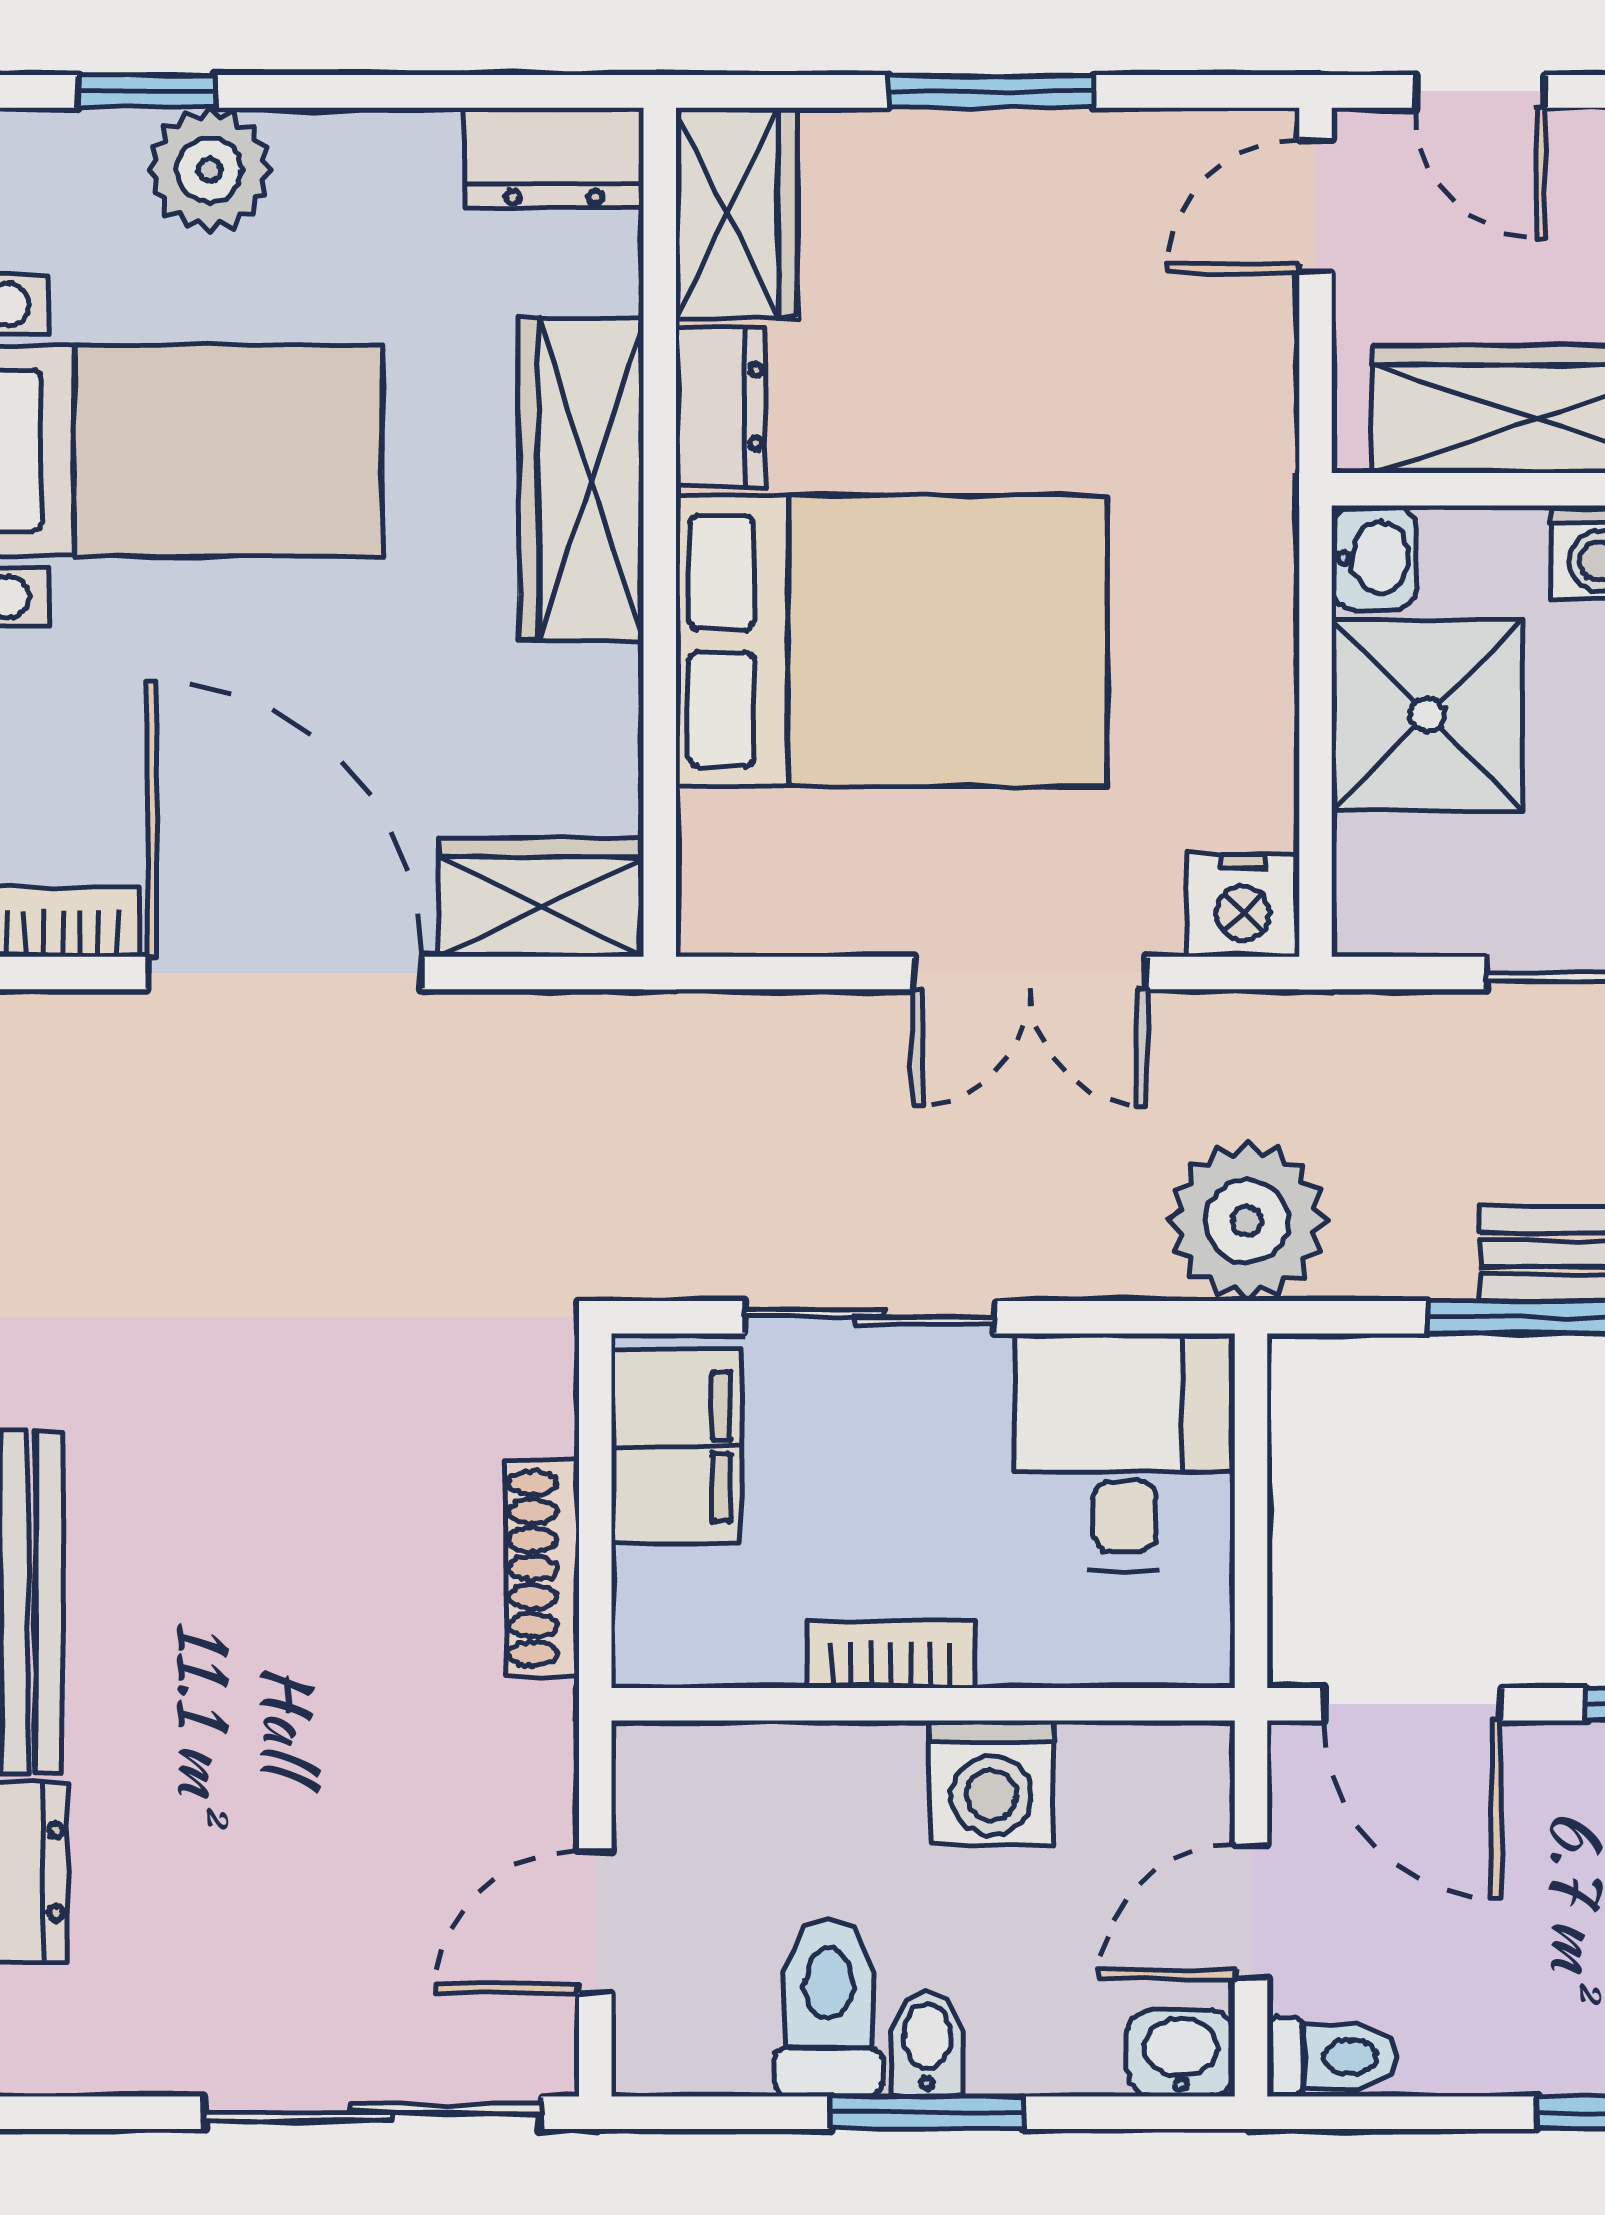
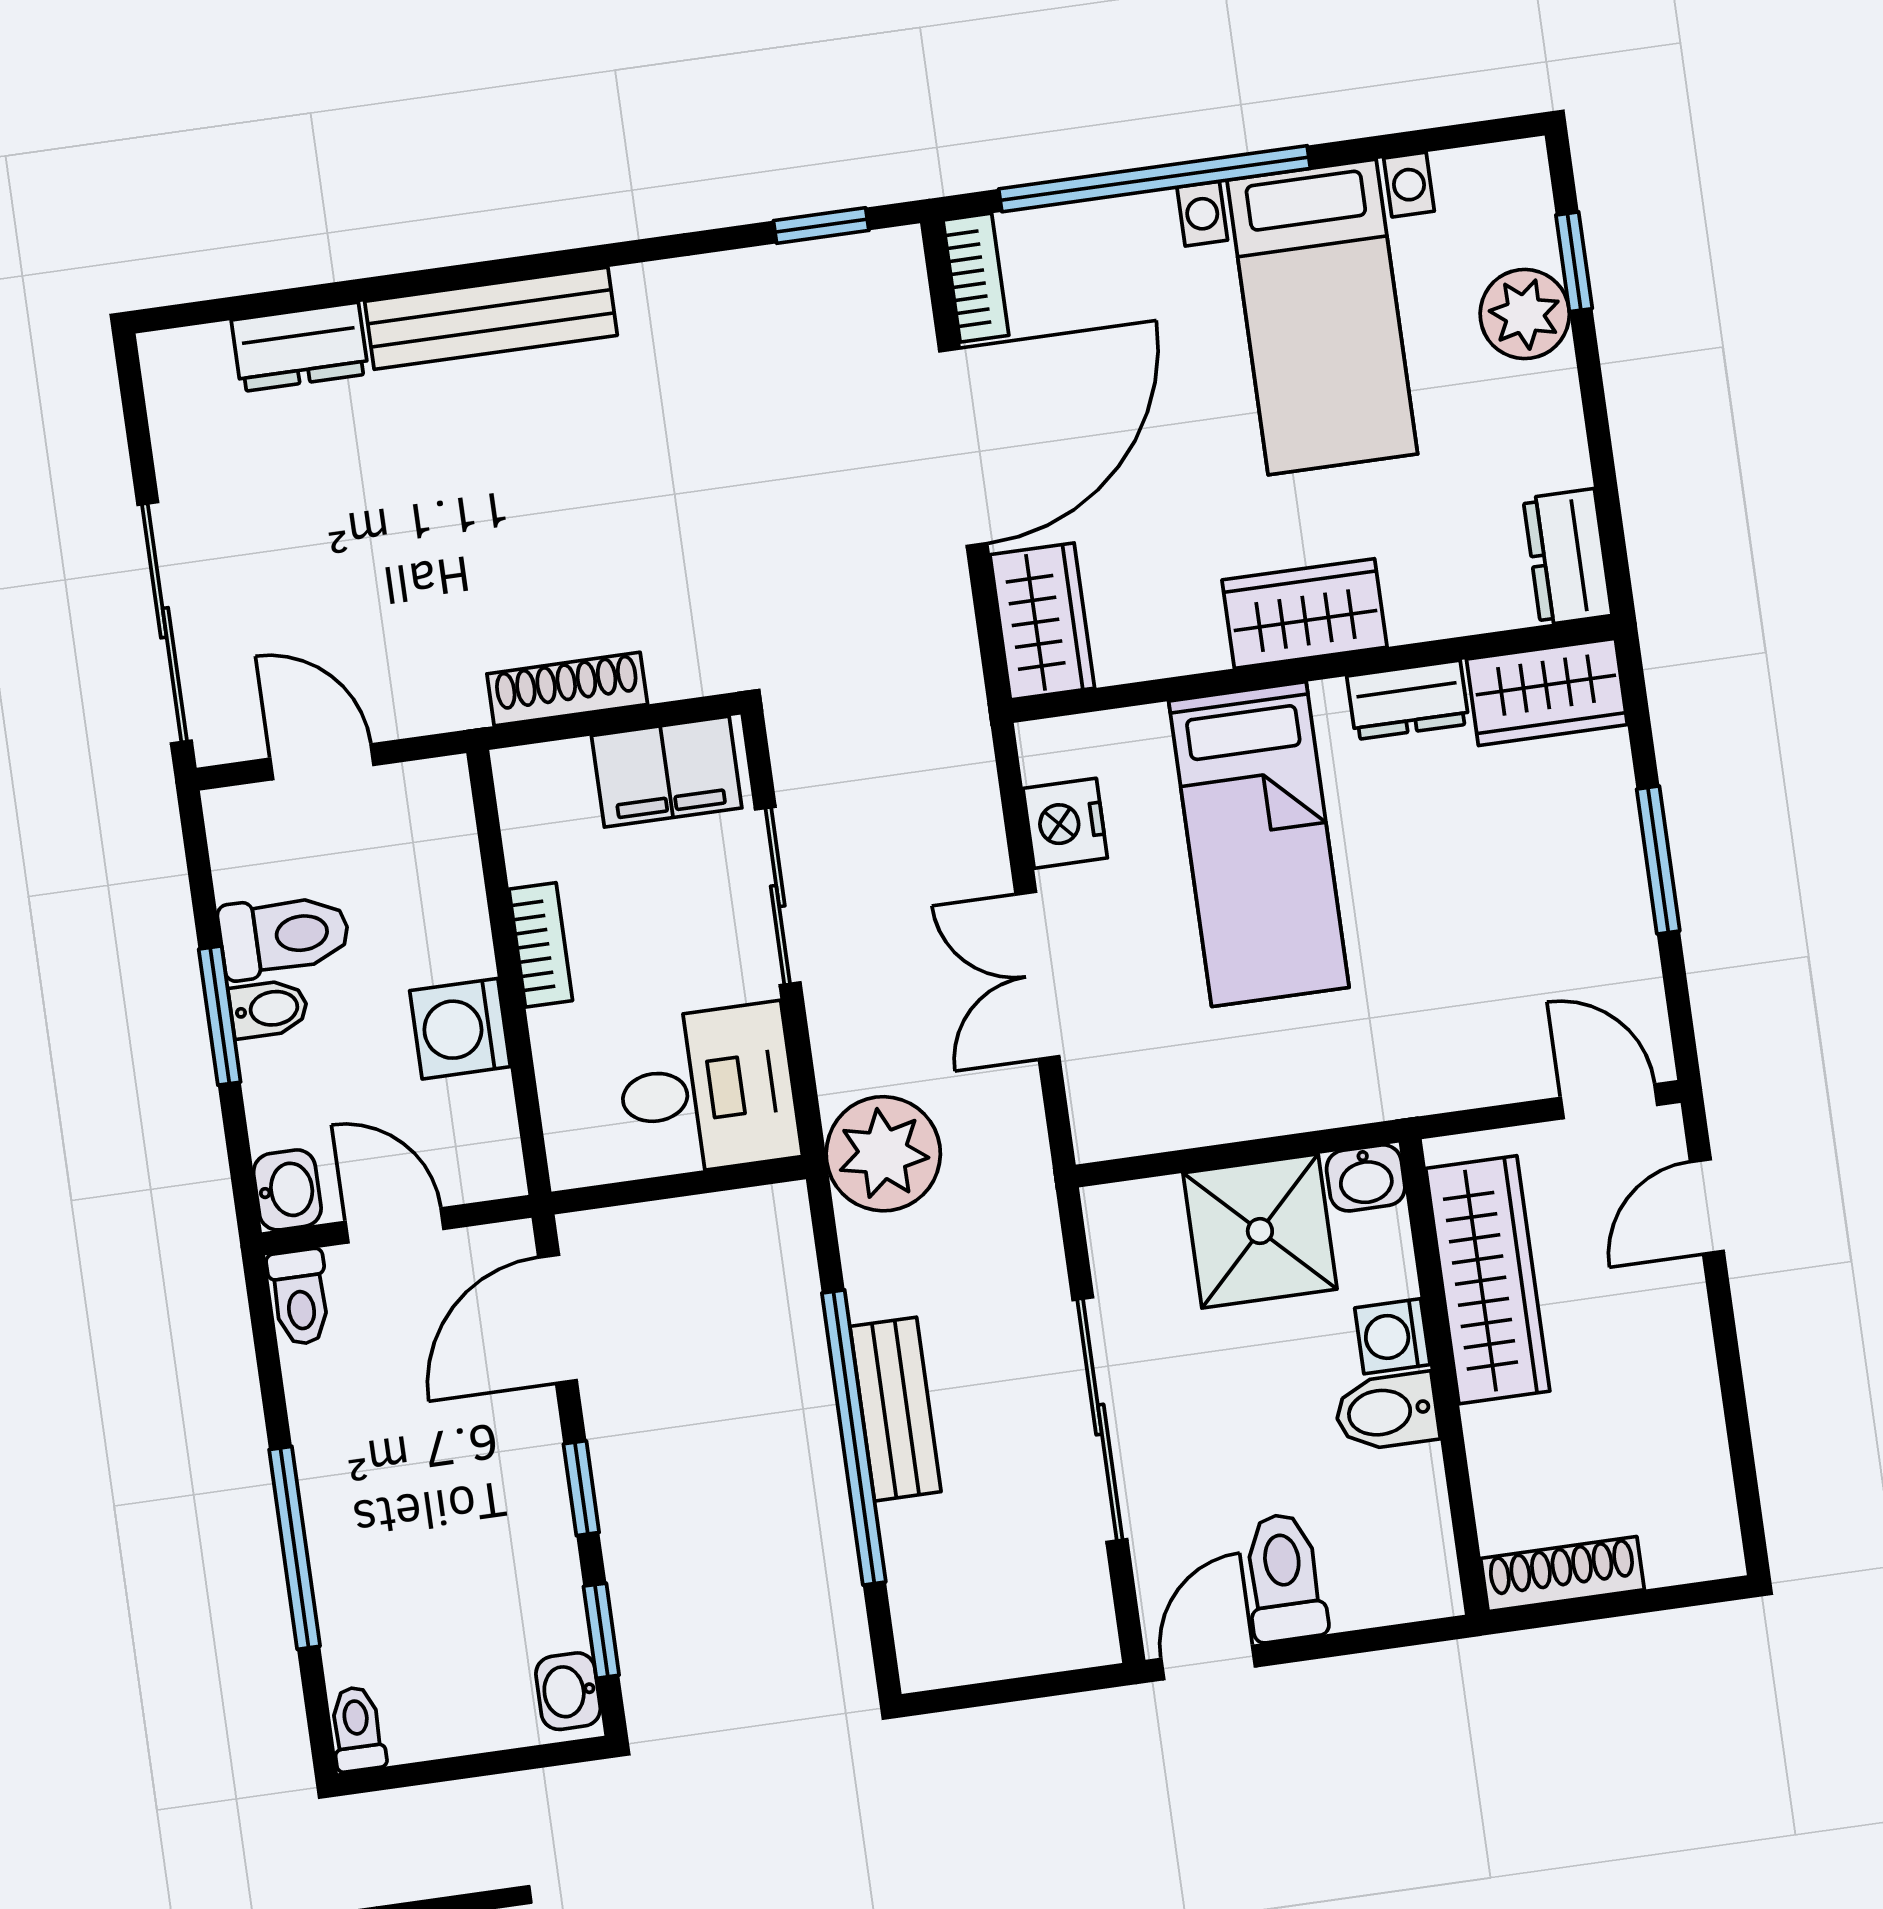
wardrobe: (581, 479) -> (1305, 613), width x0.67
bed: (891, 641) -> (1259, 844), width x0.67
nightstand: (1243, 905) -> (1065, 823), moved

